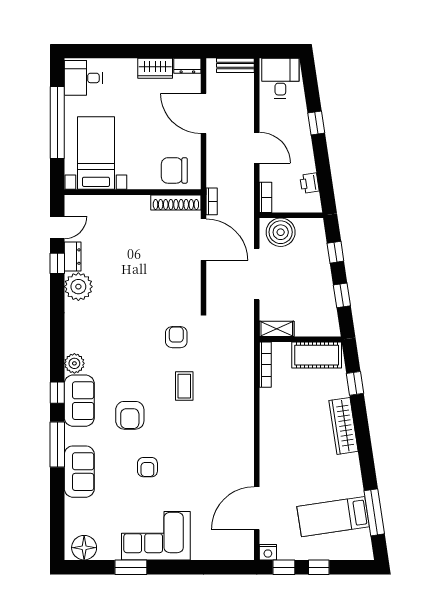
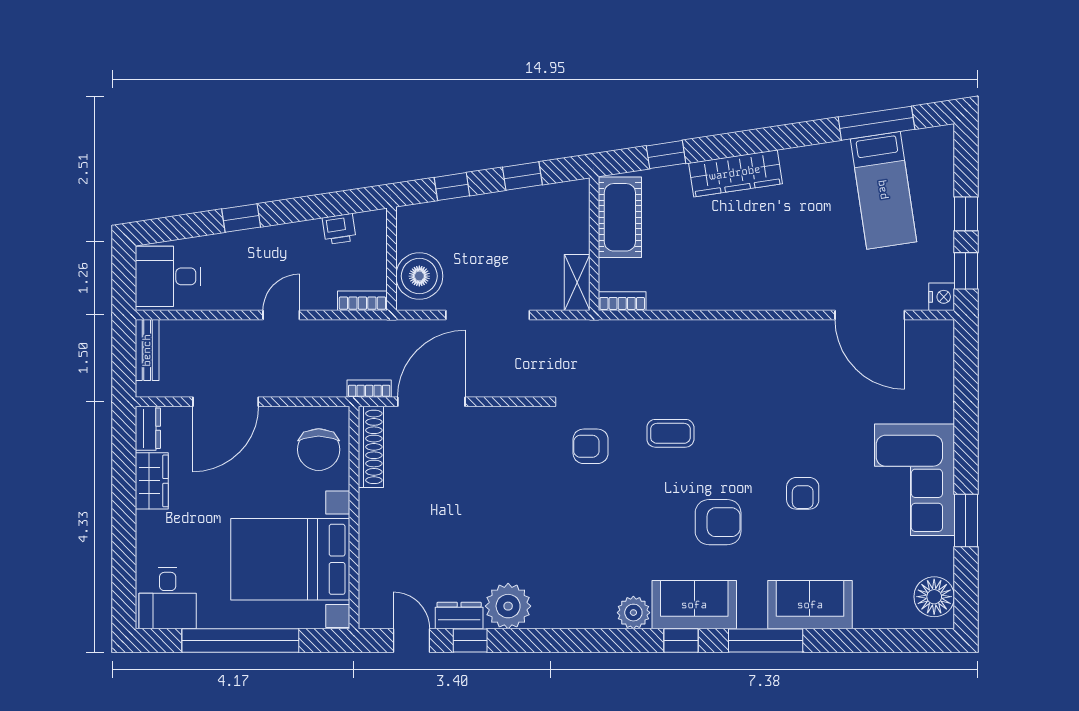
door: (257, 148) -> (281, 315), width x0.73
bed with nightstands: (96, 153) -> (290, 559), width x1.36
bookcase: (265, 365) -> (622, 301), width x0.64
armchair: (147, 467) -> (803, 493), turned 90

